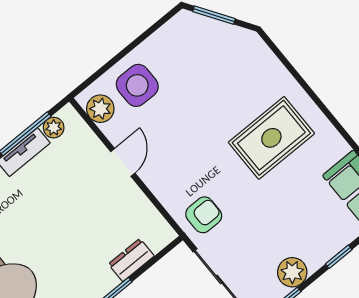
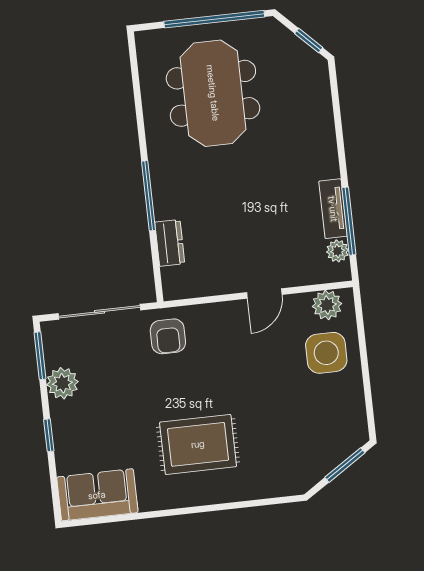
rug: (271, 138) -> (198, 444), turned 90
door: (123, 162) -> (264, 294), hinge flipped

